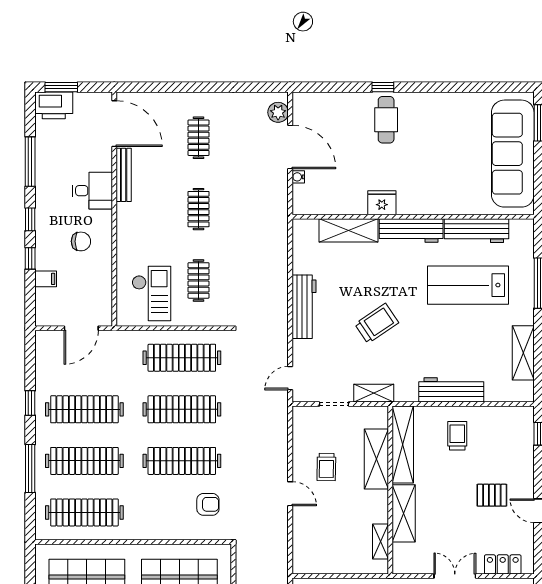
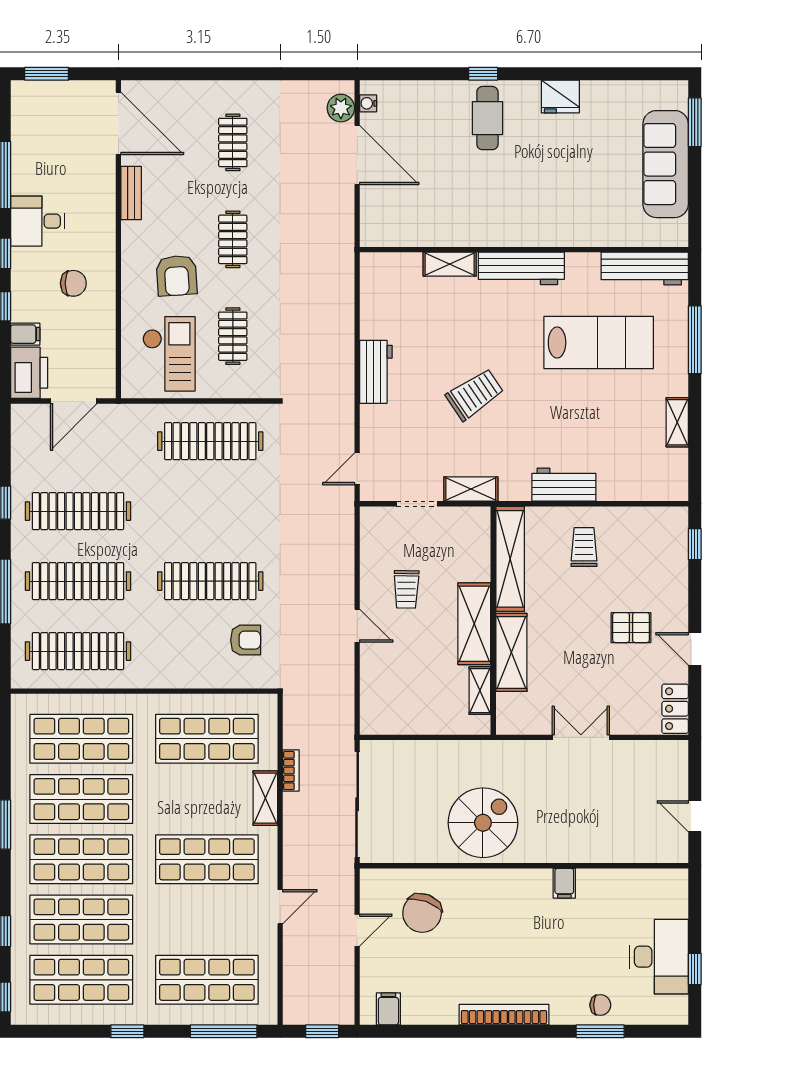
printer: (54, 105) -> (29, 373), moved, turned -90
sofa: (513, 154) -> (666, 164), width x0.74, depth x0.79
bench: (124, 175) -> (131, 193), width x0.73
water cooler: (298, 177) -> (368, 103), moved
desk: (92, 191) -> (38, 221), moved, turned 180
fridge: (382, 203) -> (560, 97), moved, turned 180
shelving: (348, 230) -> (450, 264), width x0.67, depth x0.75
workbench: (476, 231) -> (645, 269), moved
armchair: (157, 236) -> (177, 276), added
lab bench: (468, 285) -> (599, 342), turned 180
workbench: (304, 307) -> (376, 372), width x0.73
shelving: (523, 353) -> (677, 422), width x0.67, depth x0.75
workbench: (451, 390) -> (564, 485), width x0.73
clothes rail: (182, 409) -> (210, 511), removed
shelving: (376, 459) -> (474, 624), moved
locker: (503, 564) -> (675, 709), moved, turned -90

